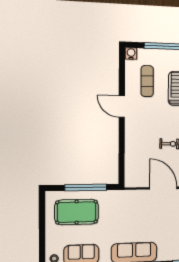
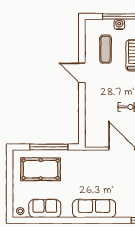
water cooler: (131, 54) -> (119, 24), moved

